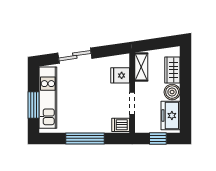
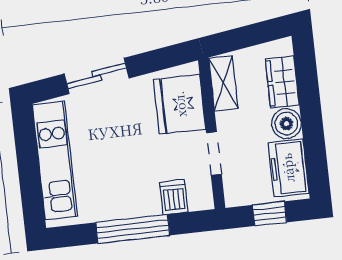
fridge: (120, 75) -> (180, 104), width x1.88, depth x1.34
window: (34, 105) -> (30, 177), removed
dishwasher: (121, 125) -> (174, 197), moved, turned 90

